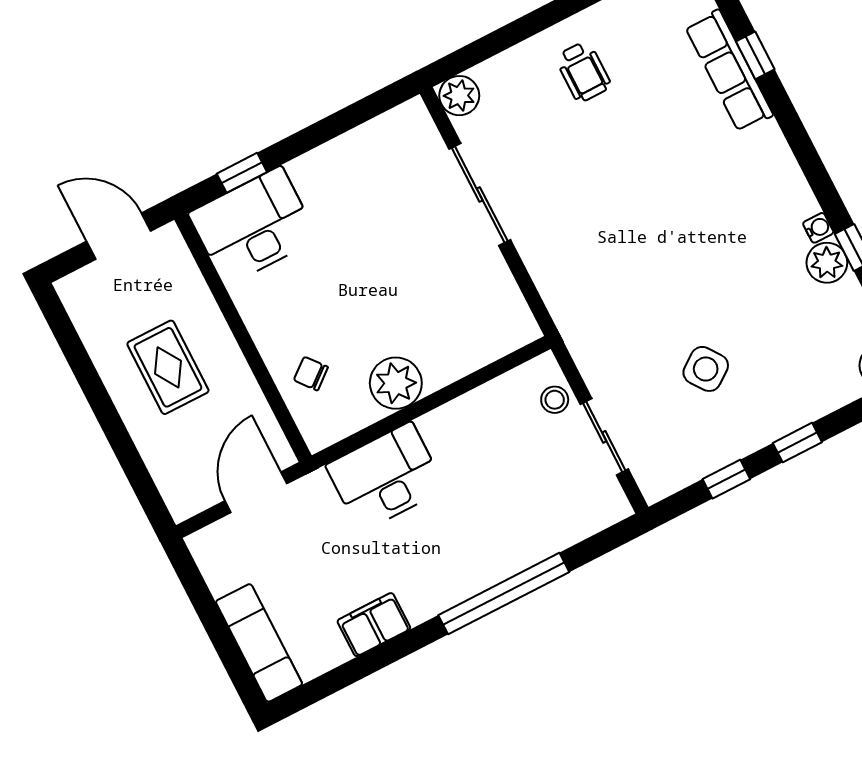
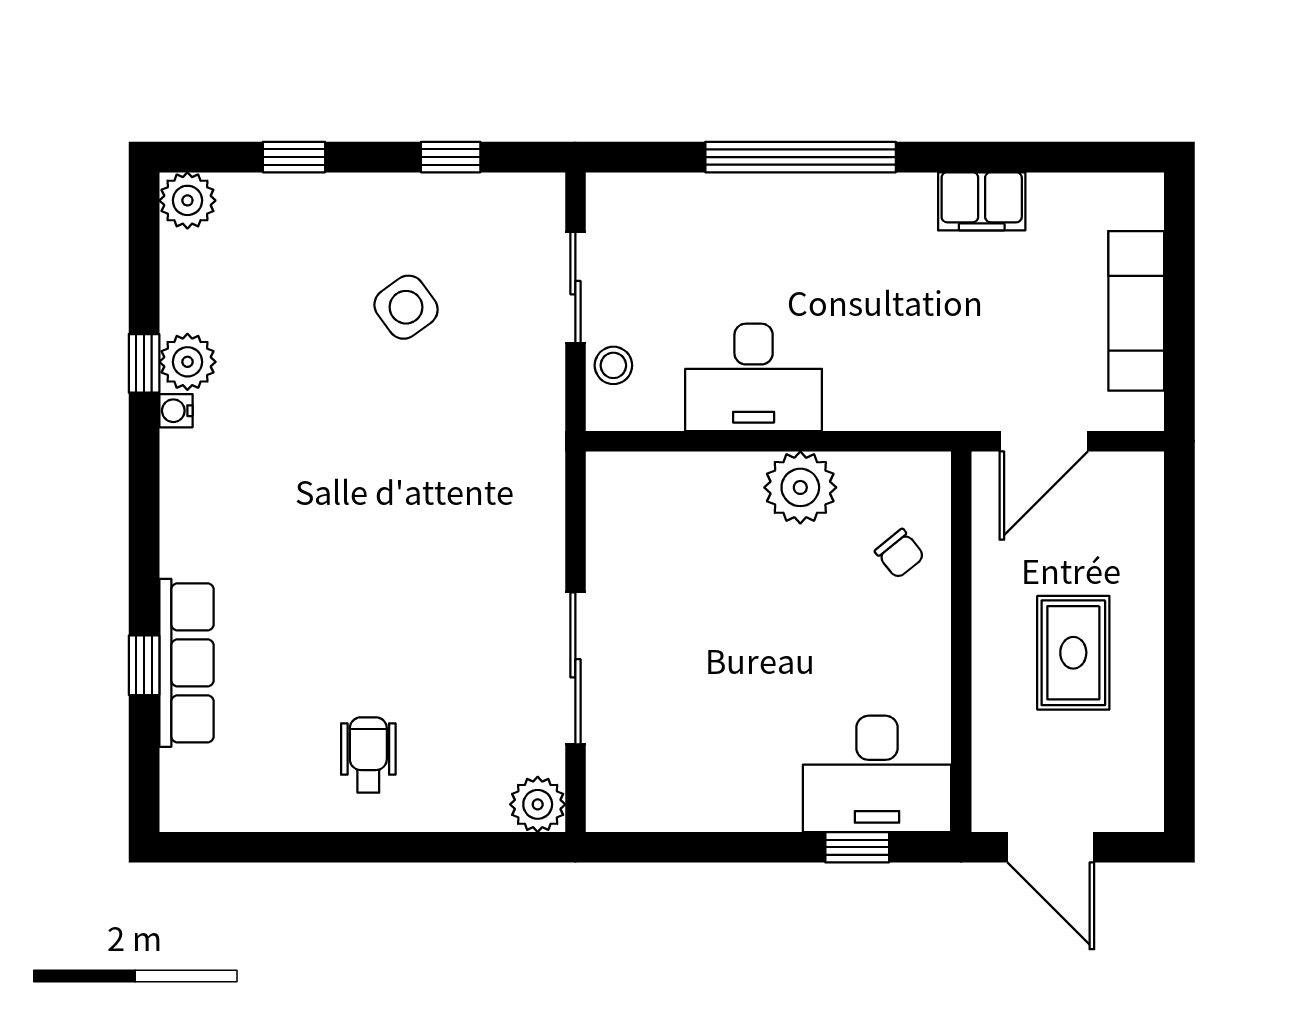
window: (797, 443) -> (294, 157), moved
desk: (386, 477) -> (754, 377), moved
exam couch: (259, 643) -> (1136, 311), moved

